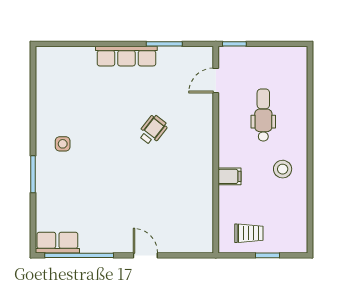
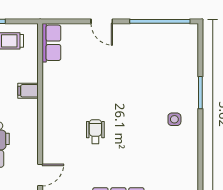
wheelchair: (153, 130) -> (95, 132), turned 142
row of seats: (57, 243) -> (51, 43), moved, turned -90

